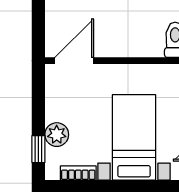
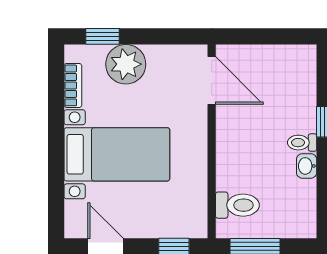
plant: (57, 135) -> (126, 64), width x1.36, depth x1.36

